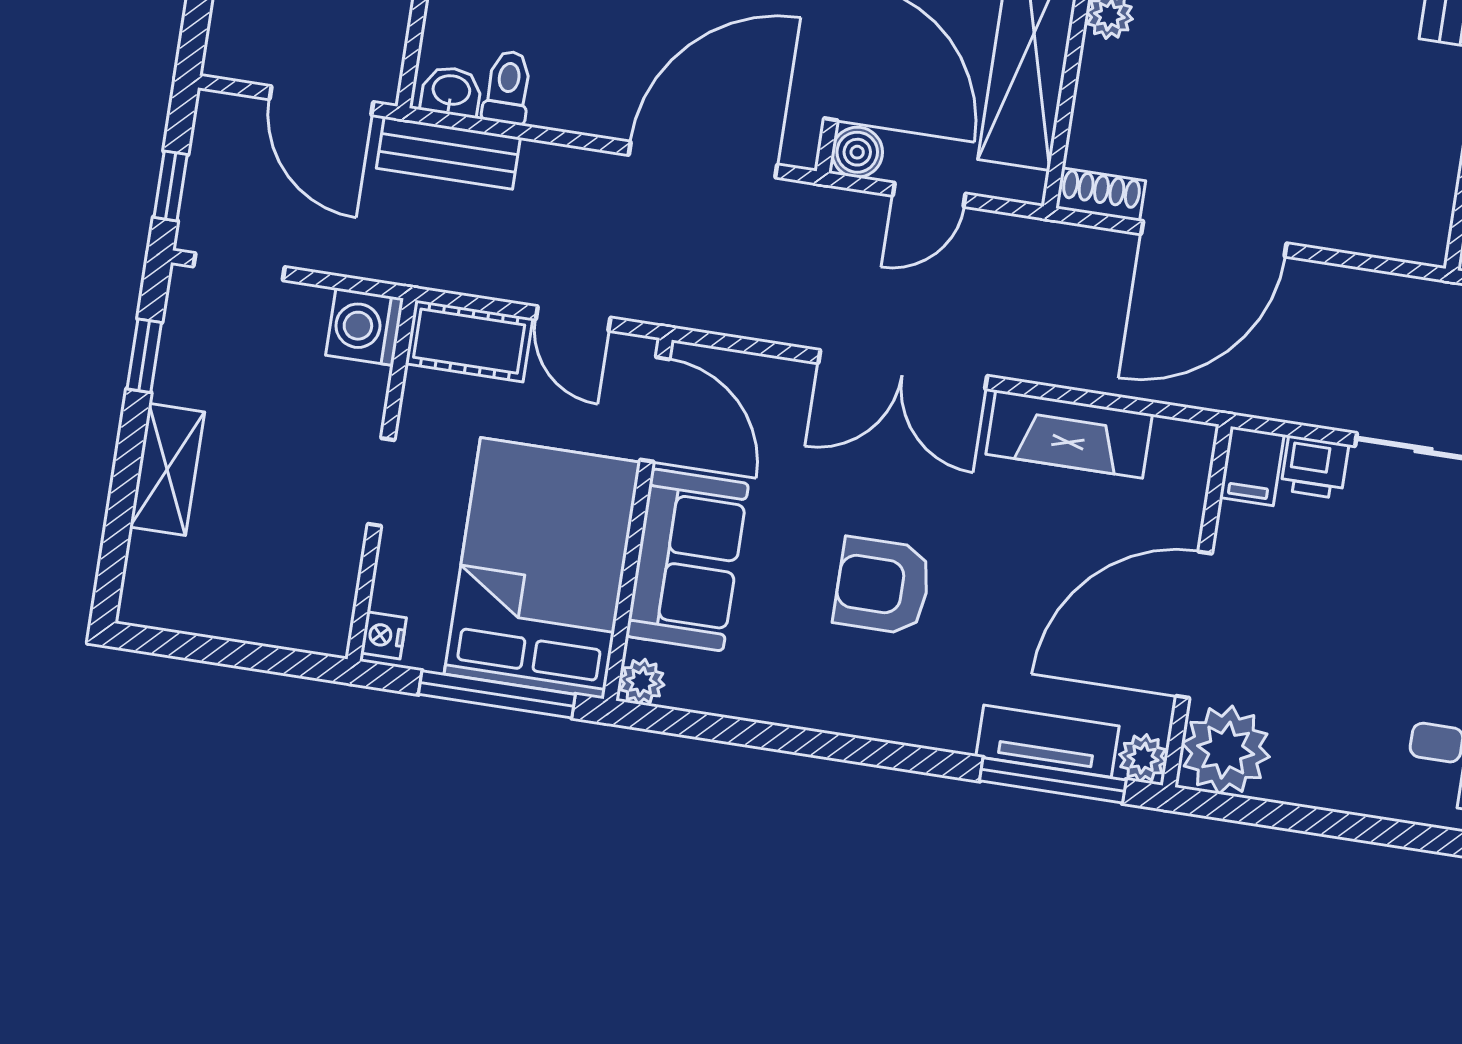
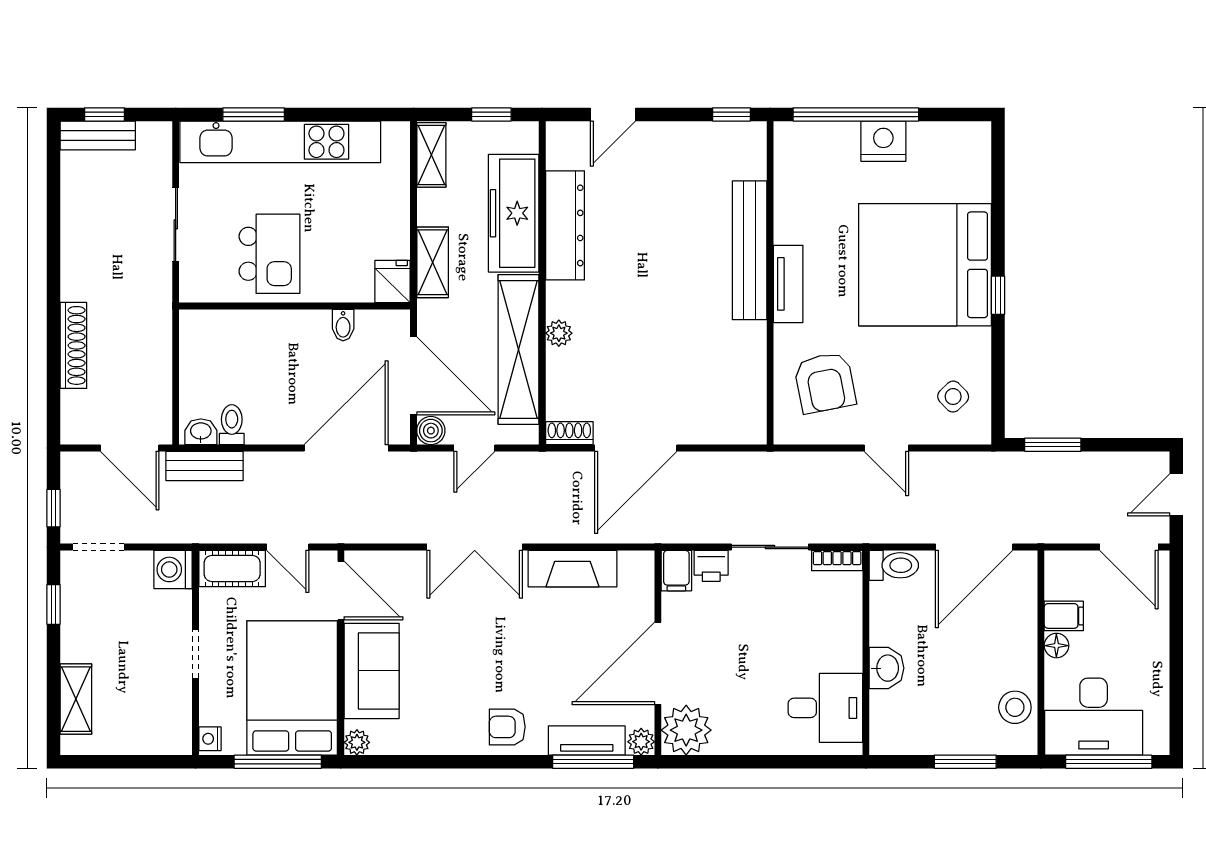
shelving: (167, 469) -> (76, 699), moved
armchair: (883, 586) -> (507, 727), moved, width x0.72, depth x0.72

